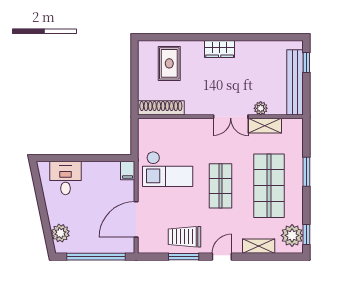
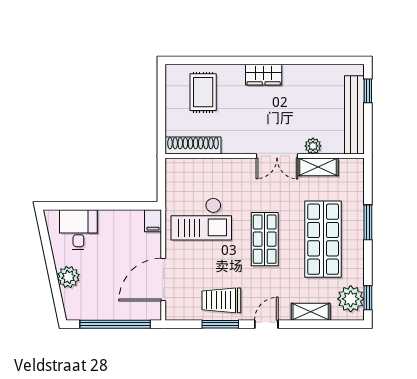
plant: (60, 233) -> (68, 277), moved

